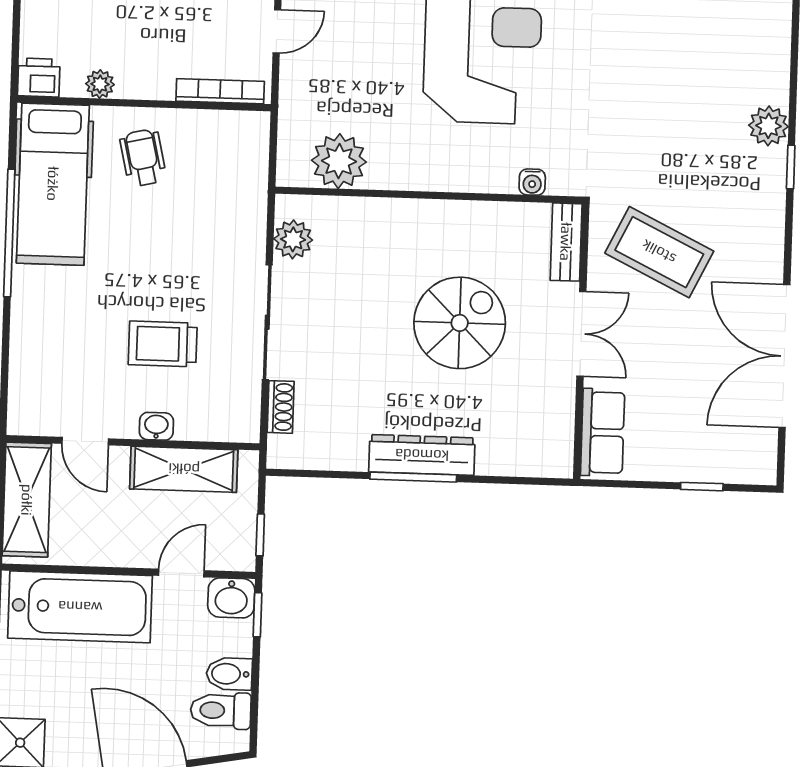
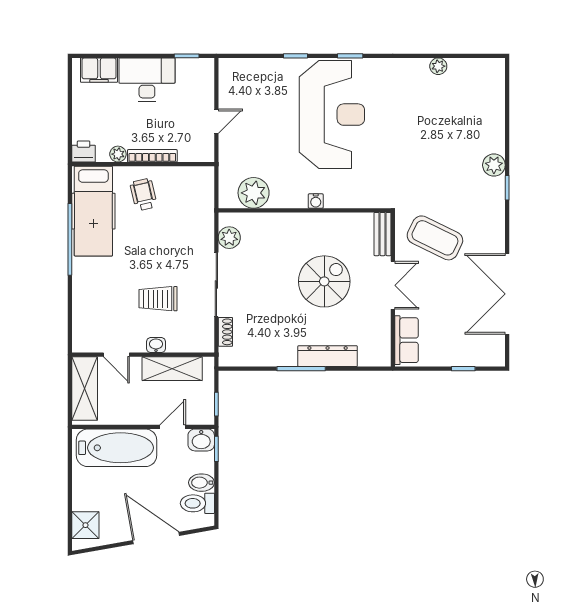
bookcase: (220, 91) -> (152, 156), moved
water cooler: (532, 182) -> (316, 201), moved
dresser: (422, 455) -> (328, 356), moved

